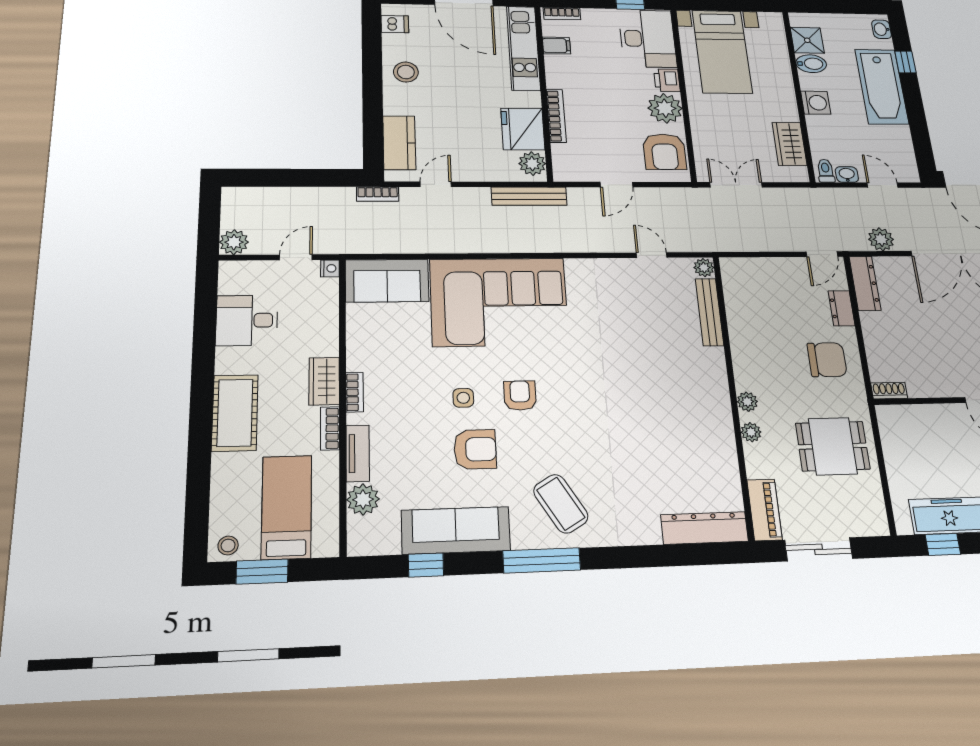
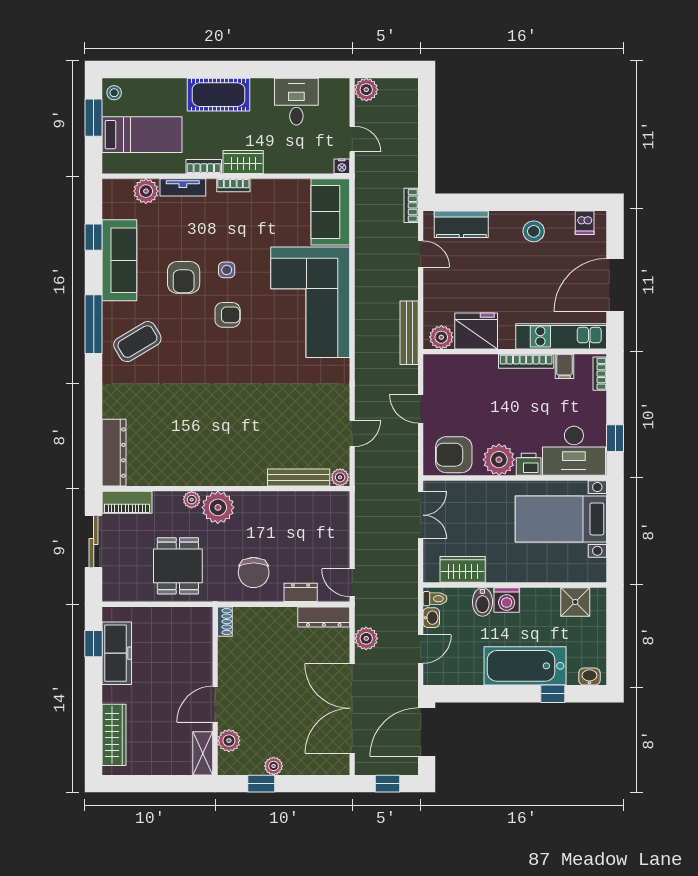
bidet: (811, 64) -> (482, 602), moved
bookcase: (556, 116) -> (526, 361), moved
plant: (747, 402) -> (218, 507), width x1.88, depth x1.88

